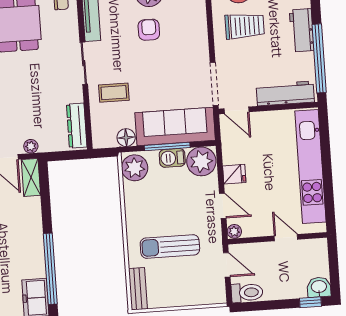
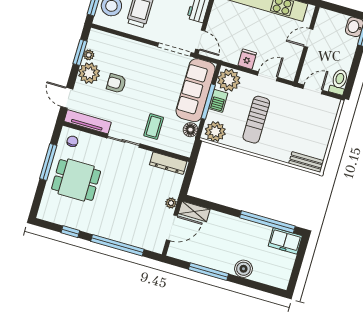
door: (236, 110) -> (200, 40), hinge flipped
plant: (234, 231) -> (290, 75), removed
sun lounger: (170, 246) -> (256, 120), moved

